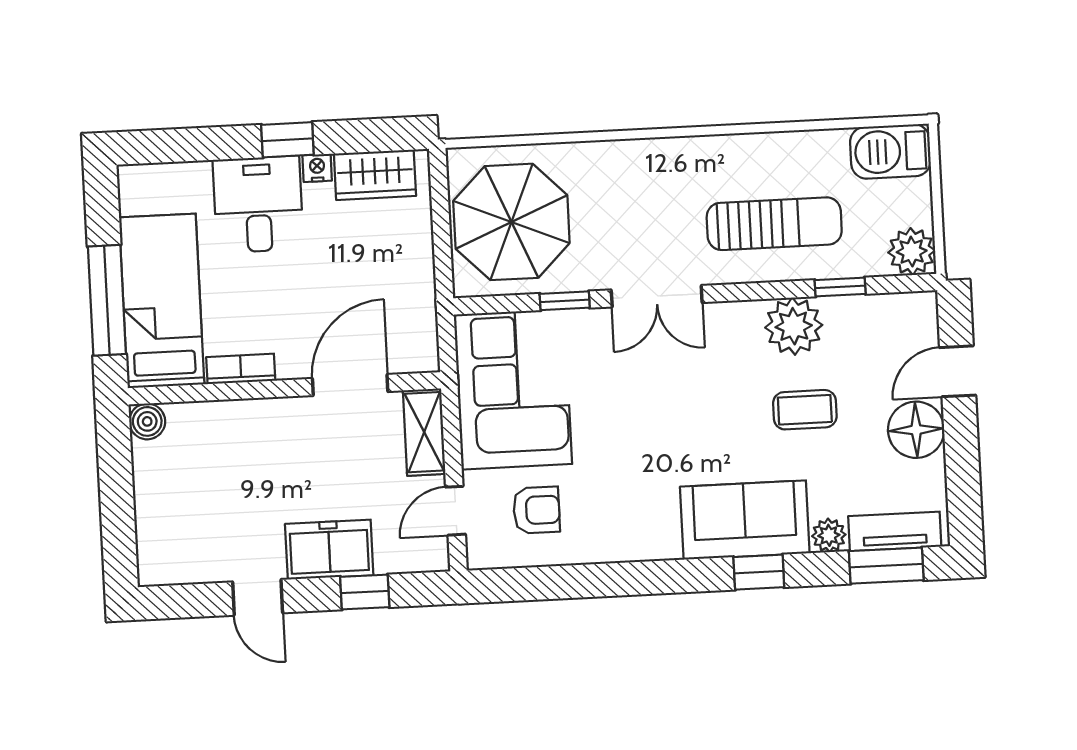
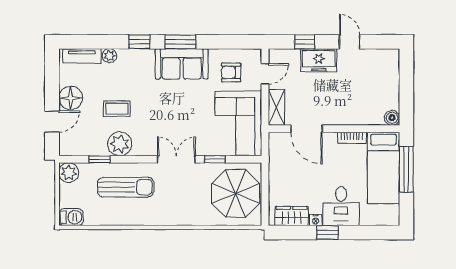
barbecue: (890, 151) -> (71, 217), width x0.73, depth x0.79
sun lounger: (774, 224) -> (126, 187), turned 180
door: (350, 385) -> (306, 129), hinge flipped
sofa: (745, 520) -> (182, 64), moved
window: (886, 566) -> (180, 42), moved

